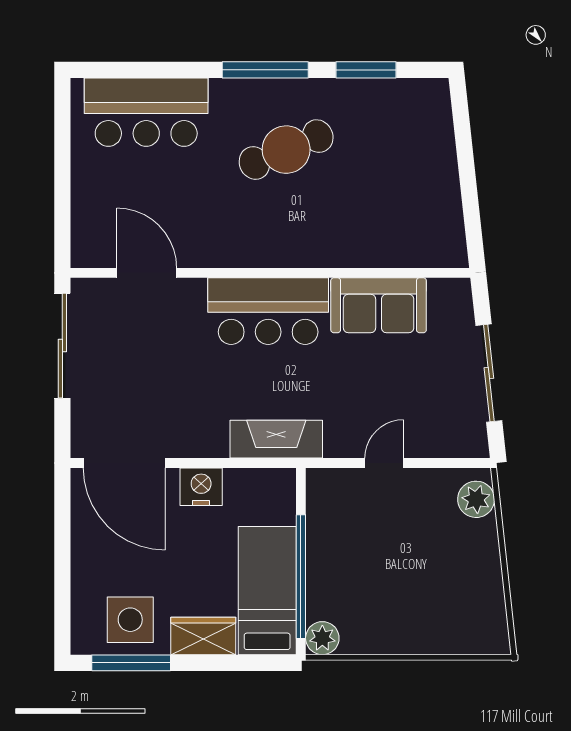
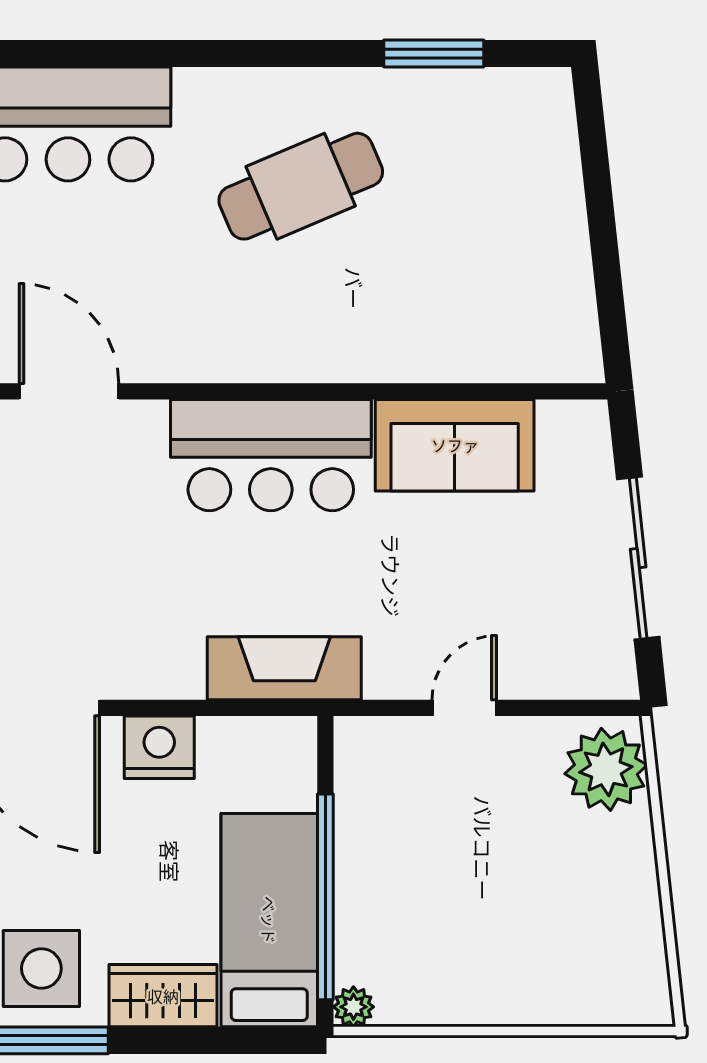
window: (265, 70) -> (266, 54), removed
plant: (476, 499) -> (606, 769), width x1.36, depth x1.36
plant: (322, 638) -> (353, 1007), width x0.73, depth x0.73

